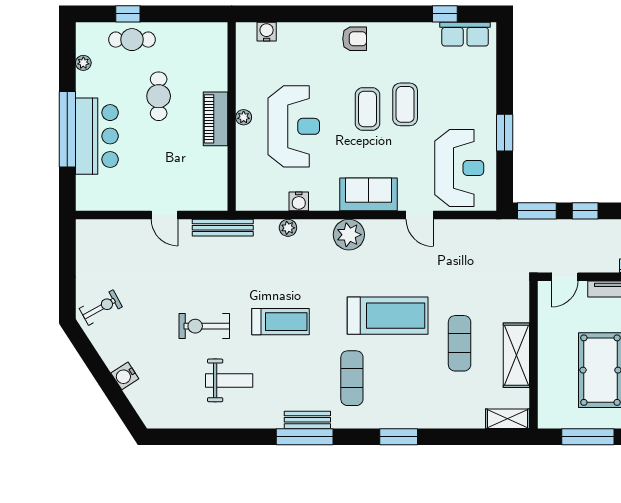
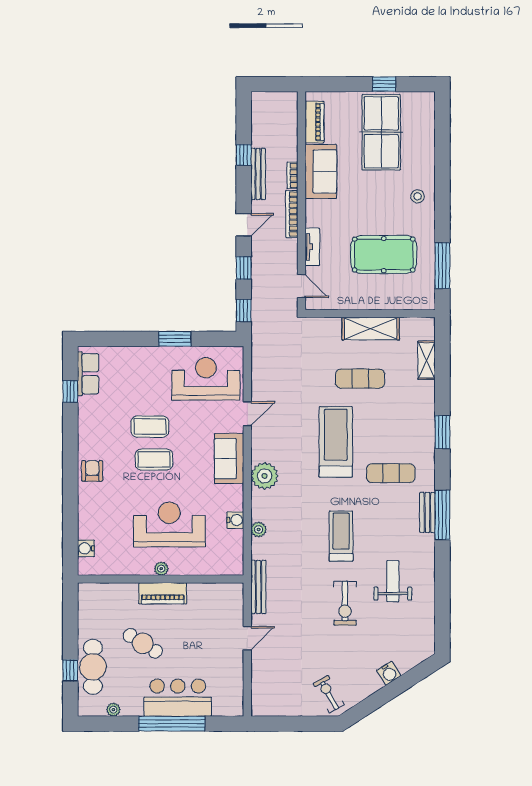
cafe table: (132, 40) -> (93, 667), width x1.37, depth x1.35
cafe table: (159, 96) -> (143, 643), turned 32
window: (537, 211) -> (244, 310), width x0.67
shelving: (507, 419) -> (427, 360), moved

